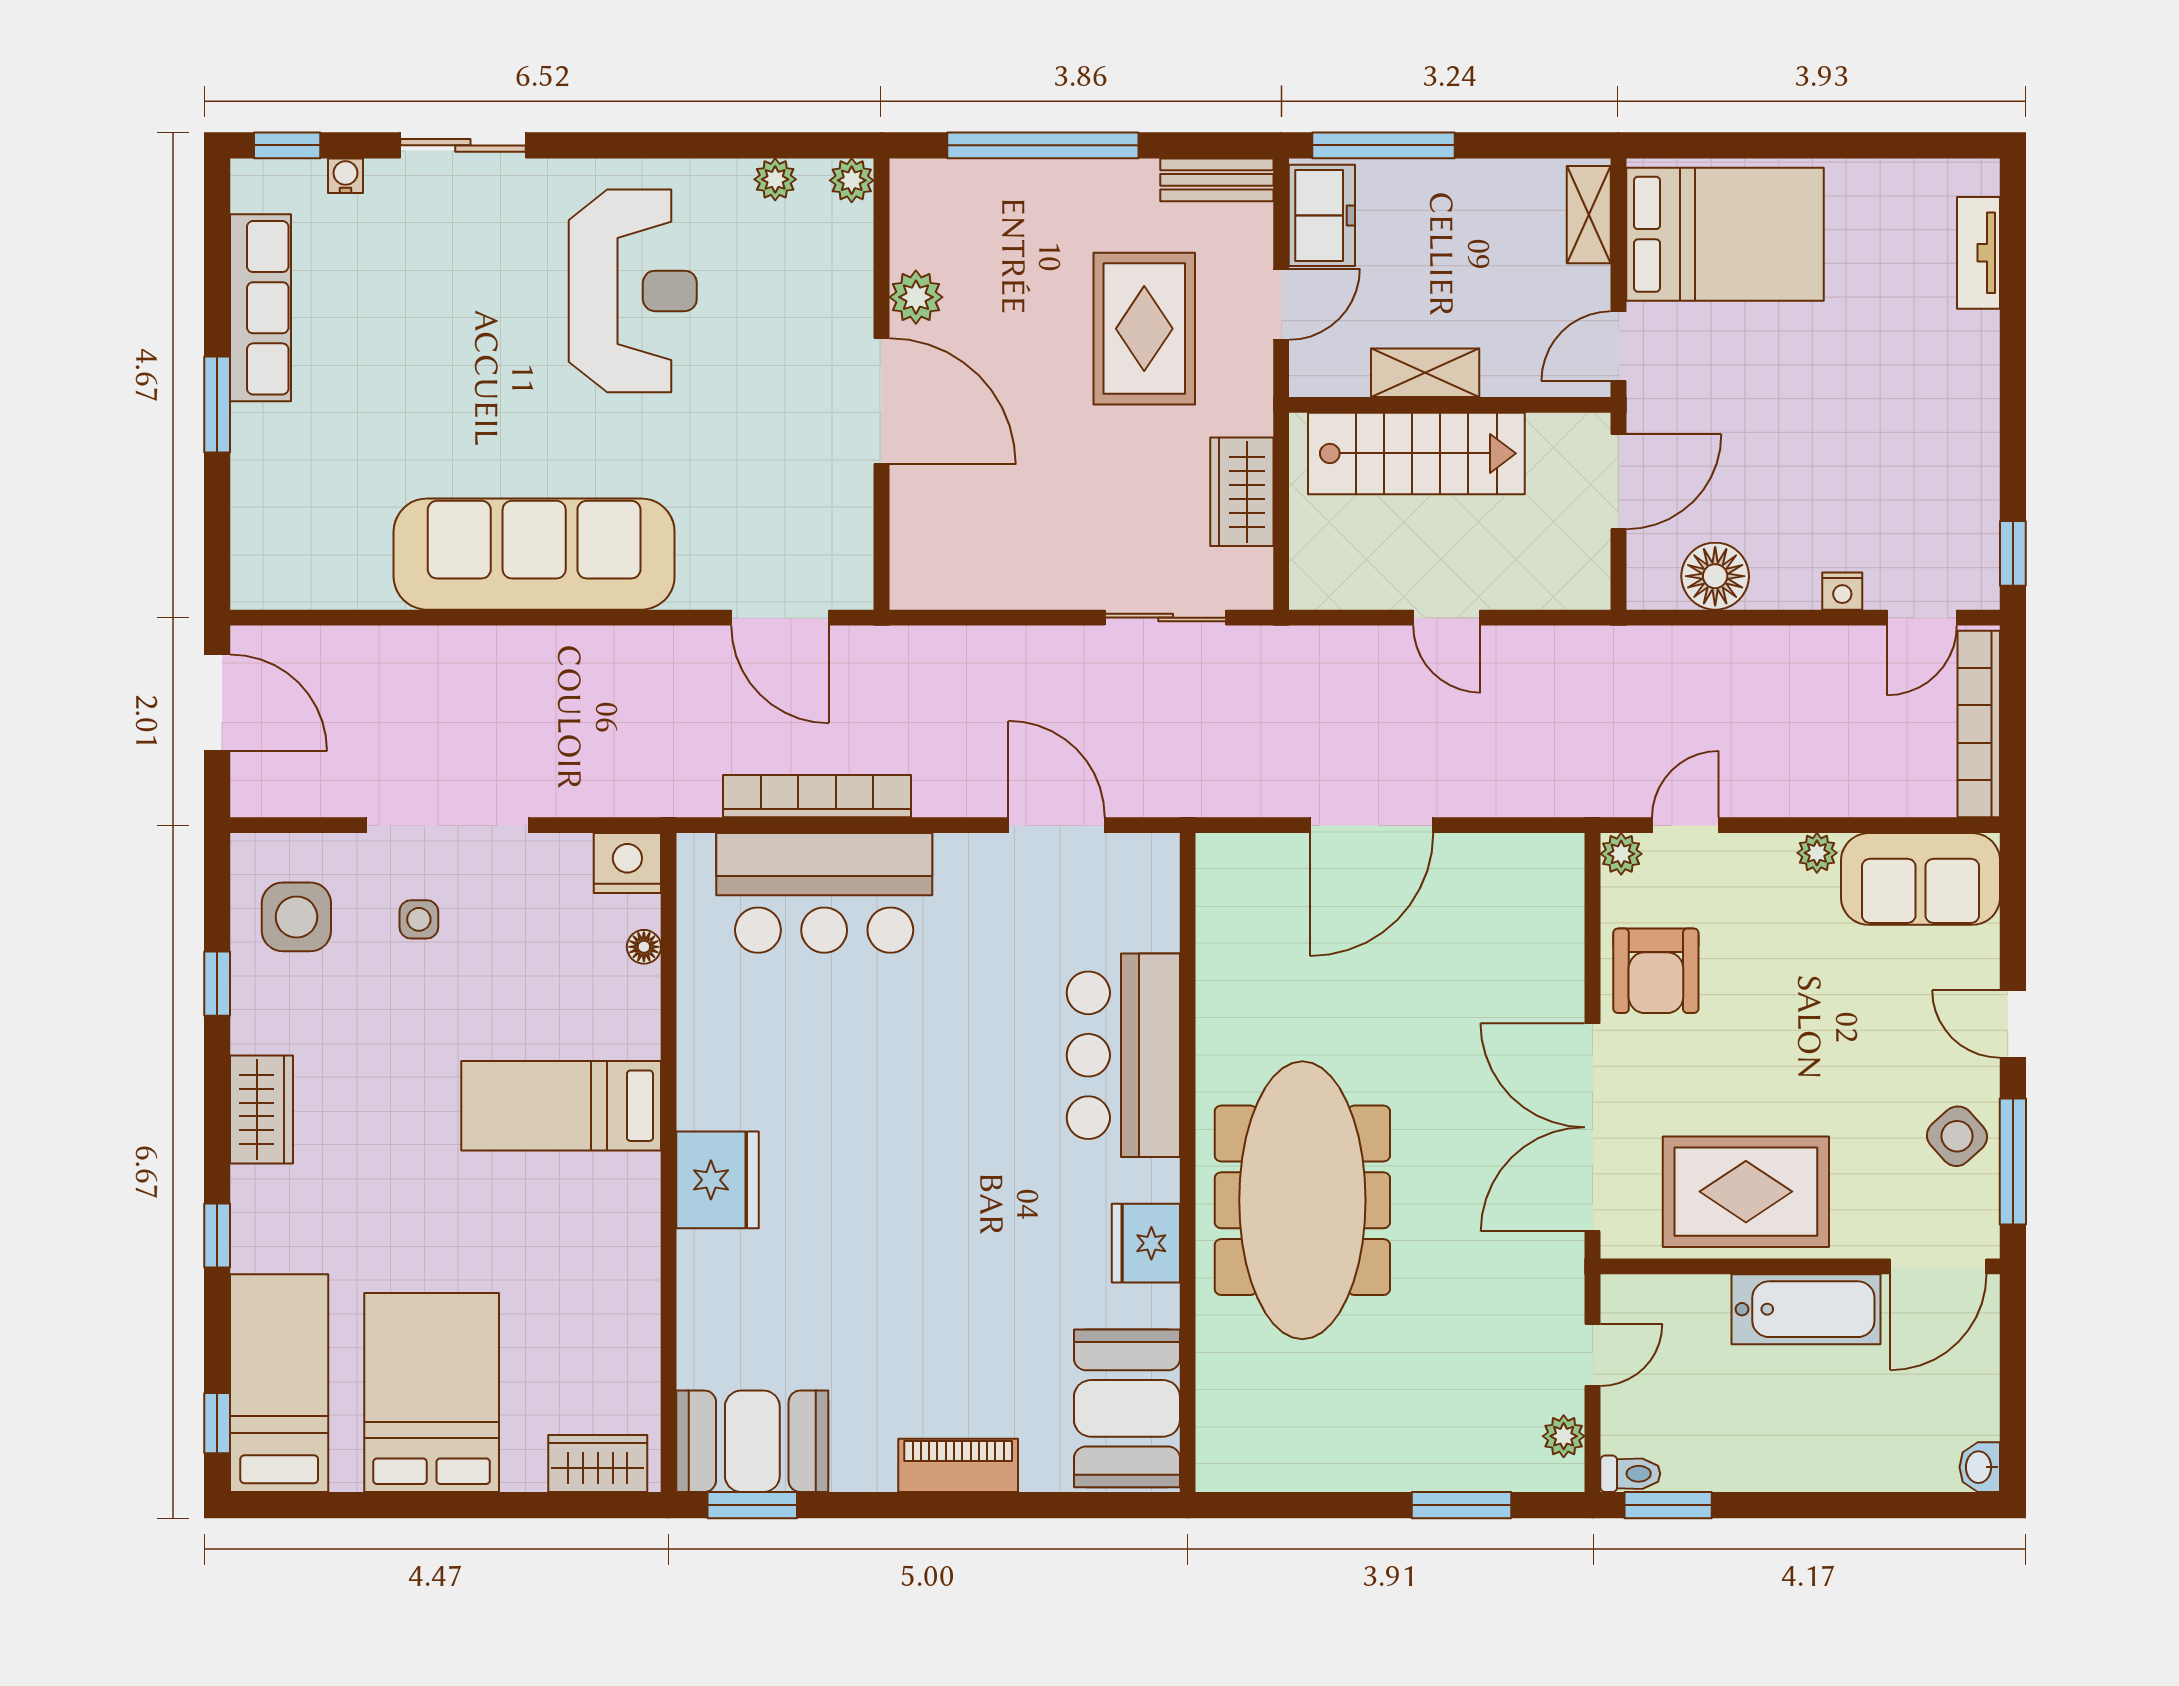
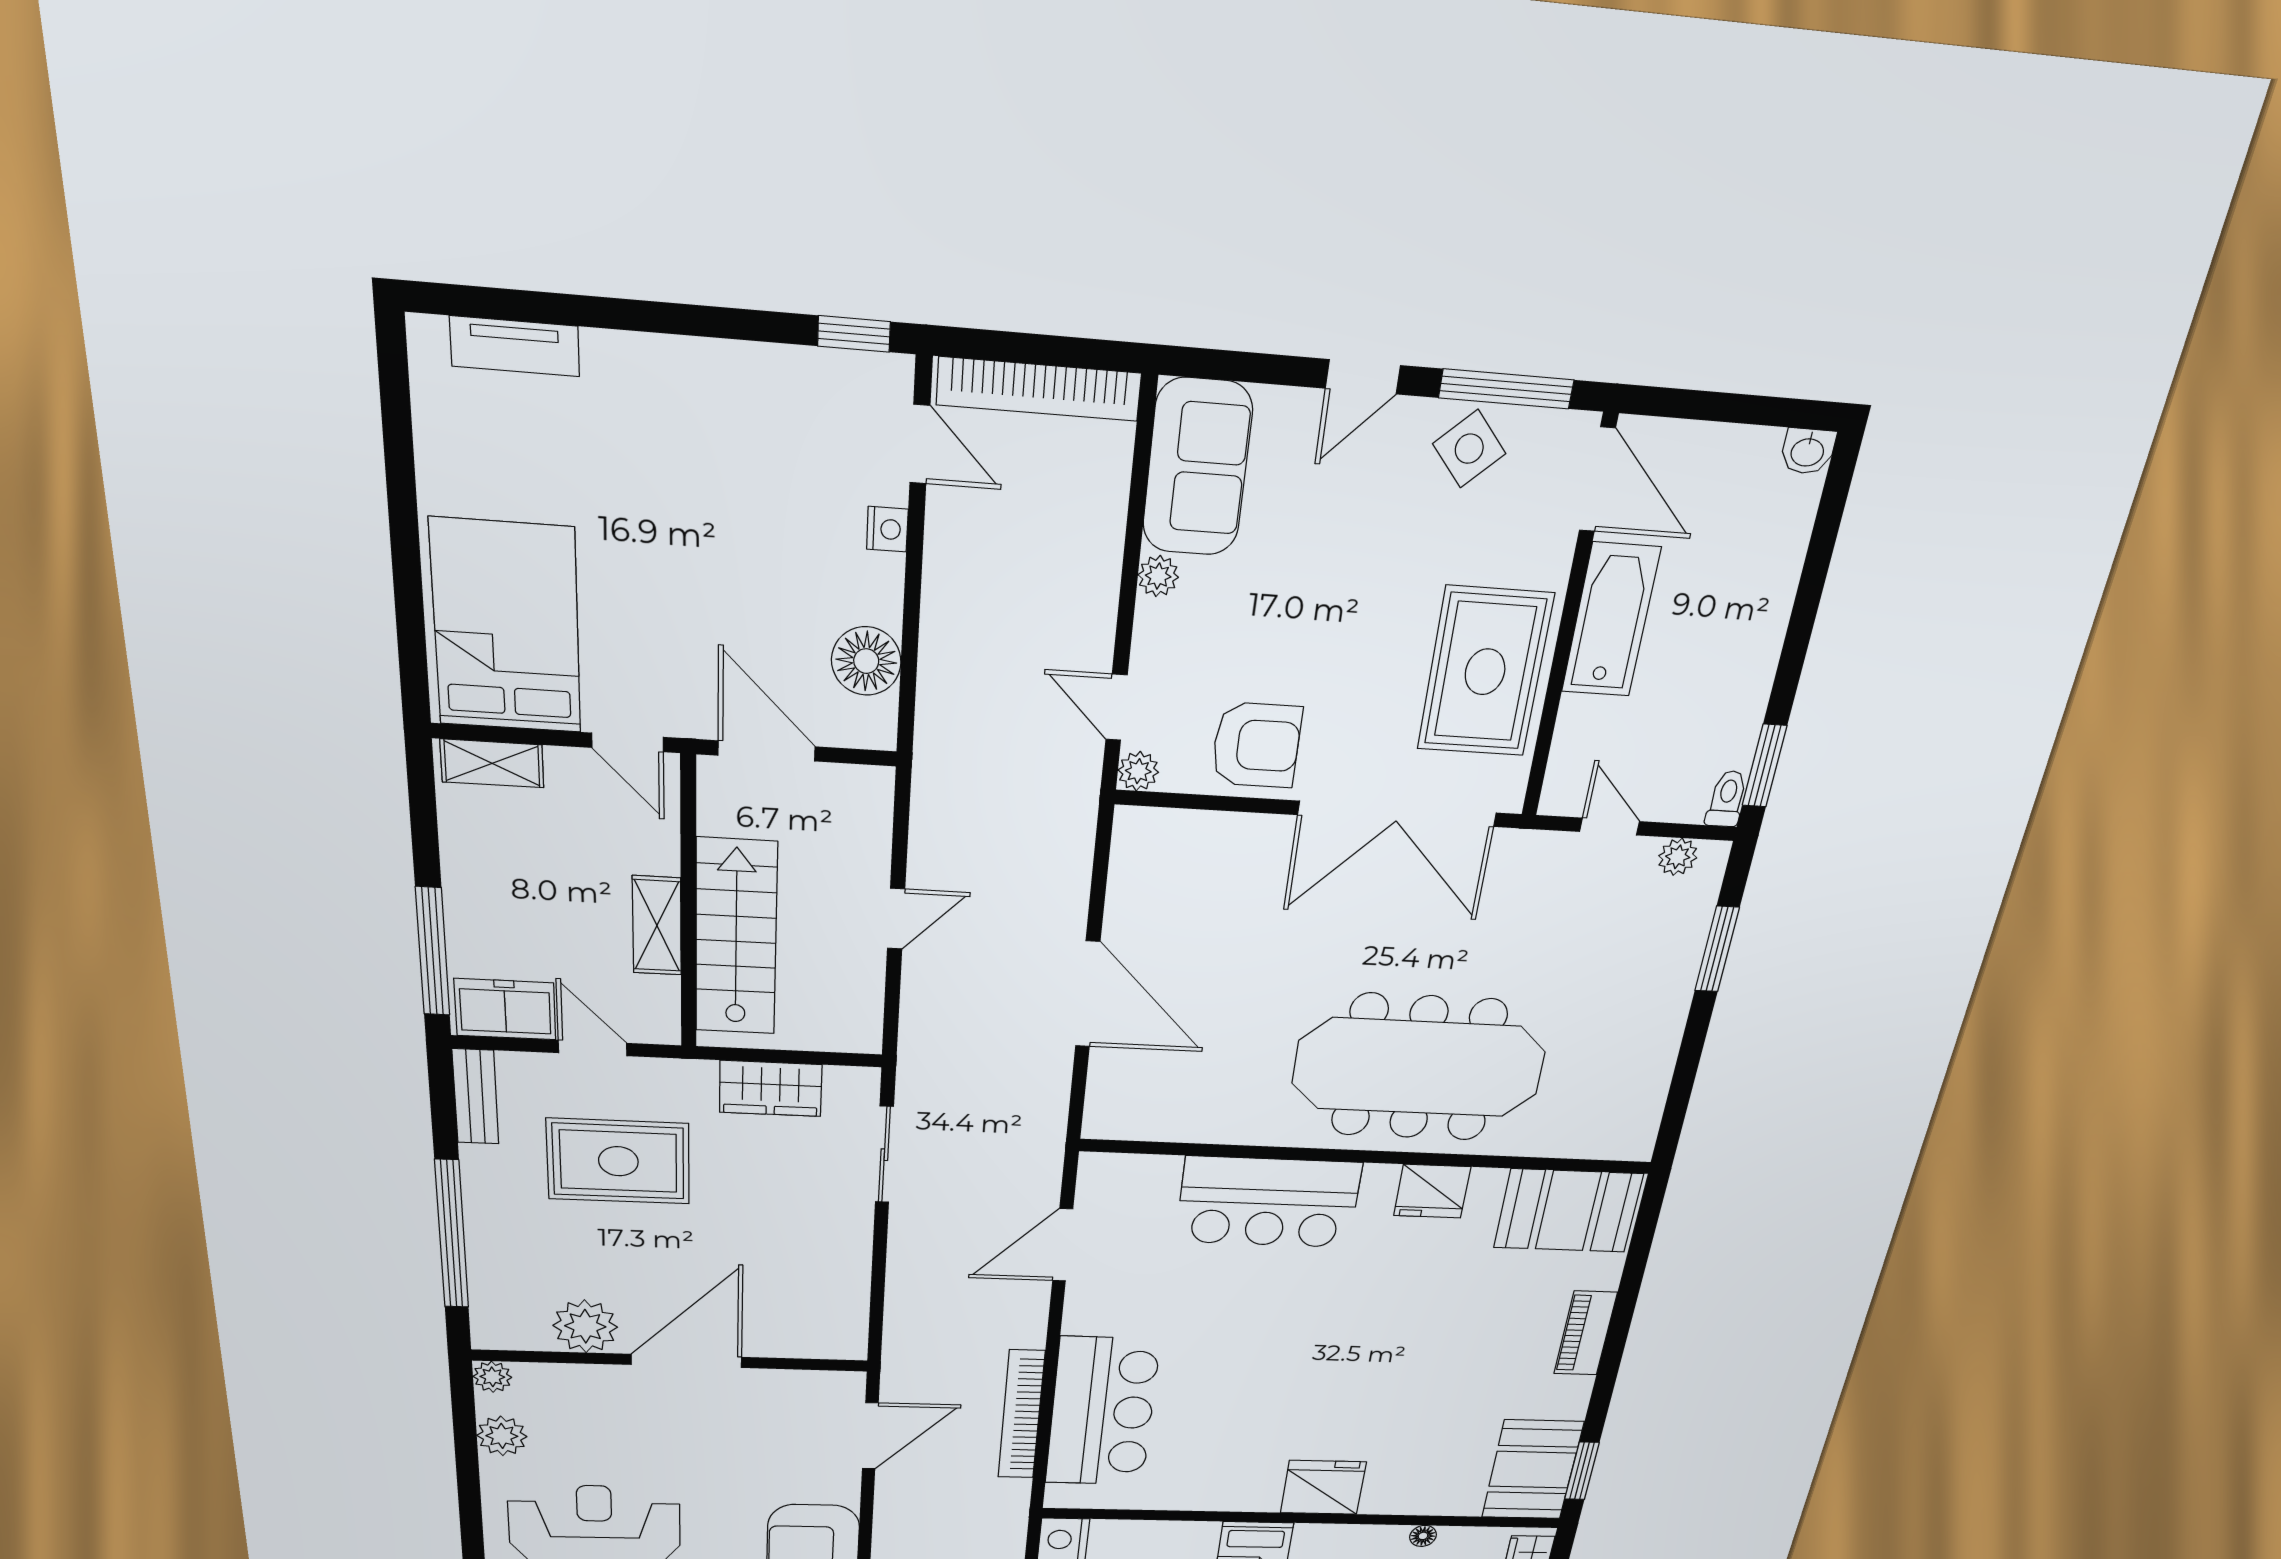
plant: (775, 179) -> (502, 1436), width x1.38, depth x1.38
plant: (916, 297) -> (585, 1326), width x1.36, depth x1.36
floor lamp: (644, 947) -> (1423, 1536), moved

